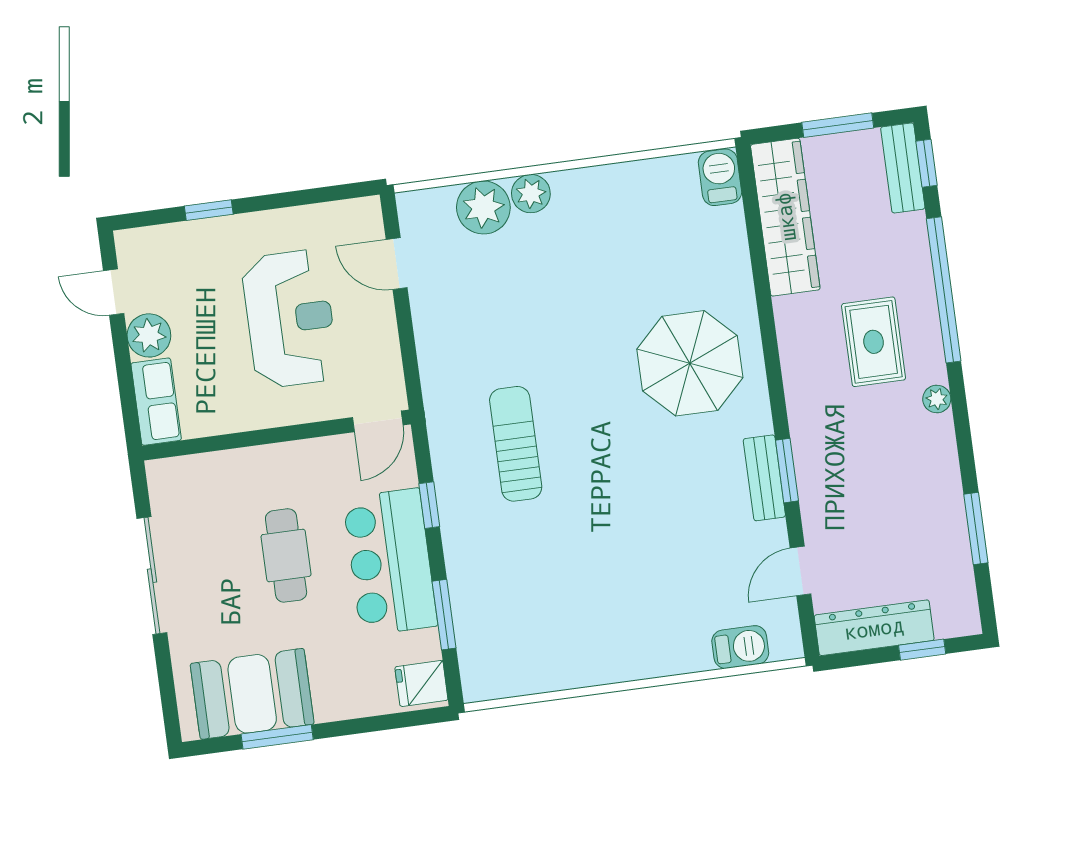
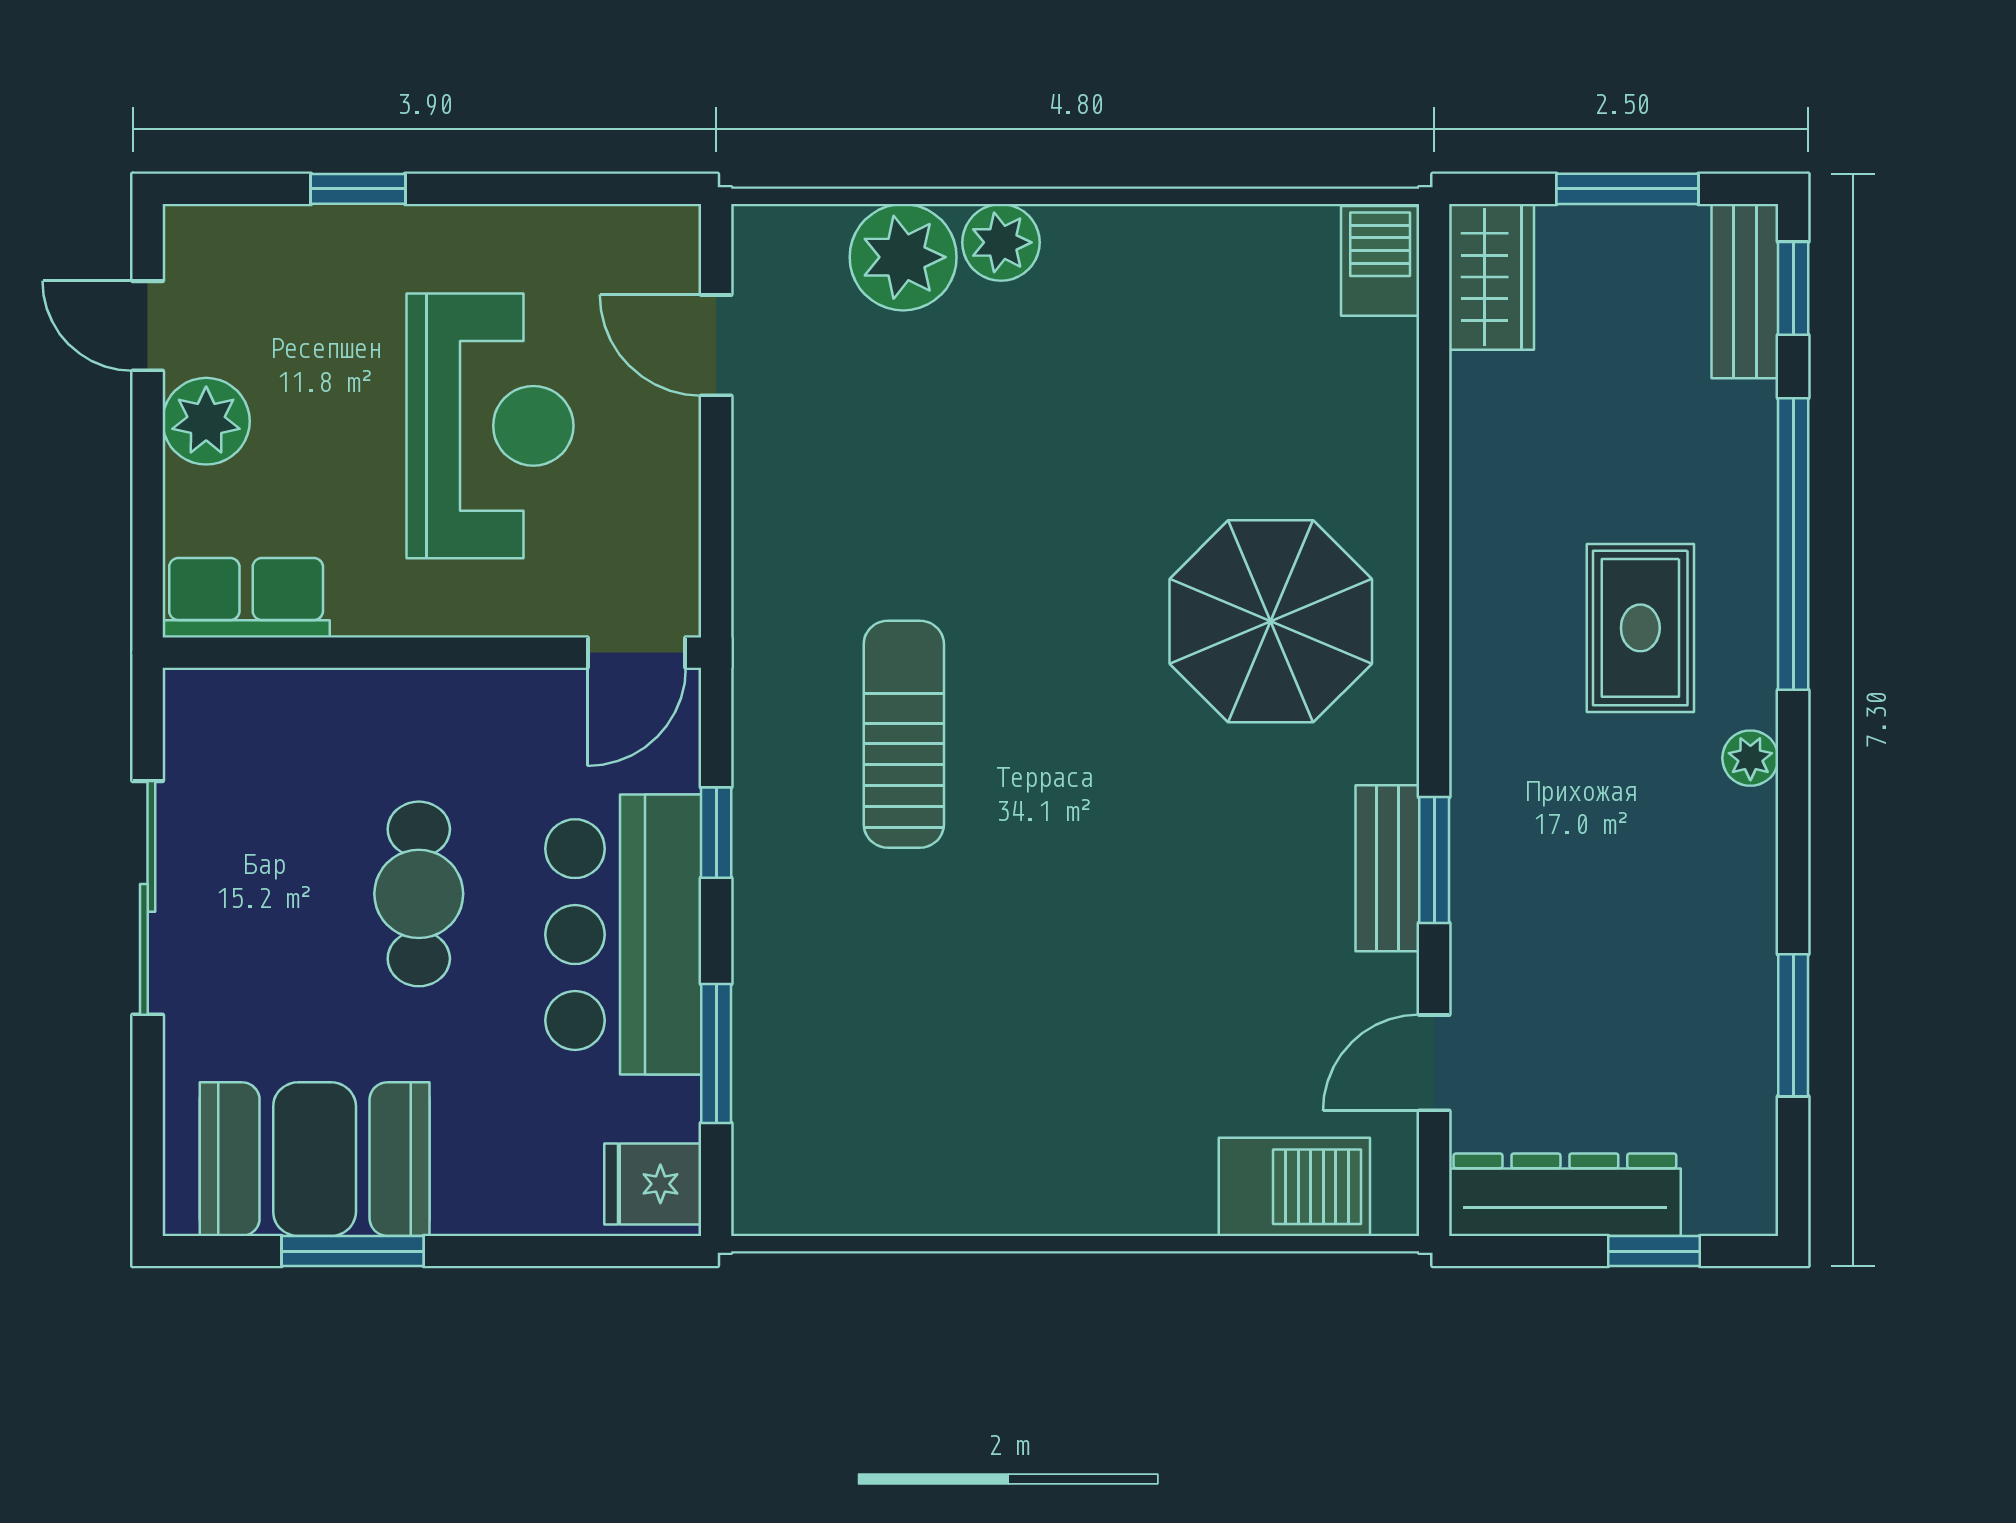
wardrobe: (785, 217) -> (1491, 277), width x0.48, depth x0.85
row of seats: (156, 402) -> (246, 598), moved, turned -90
barbecue: (740, 647) -> (1294, 1187), width x1.38, depth x1.27

